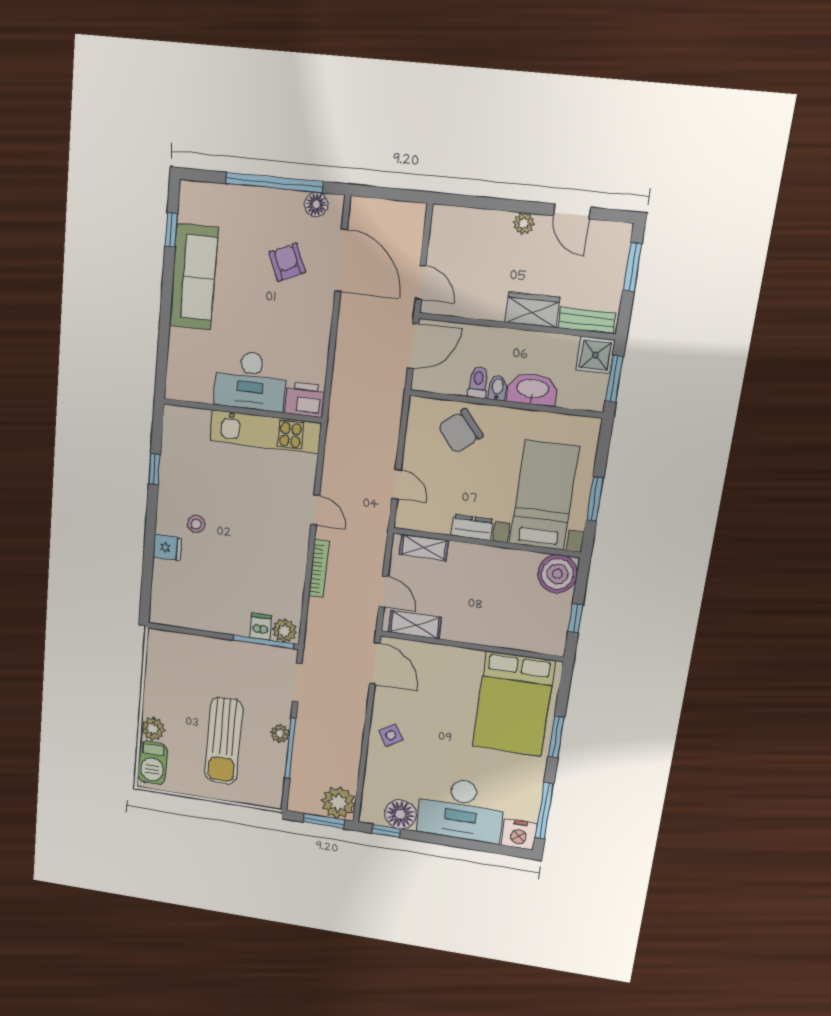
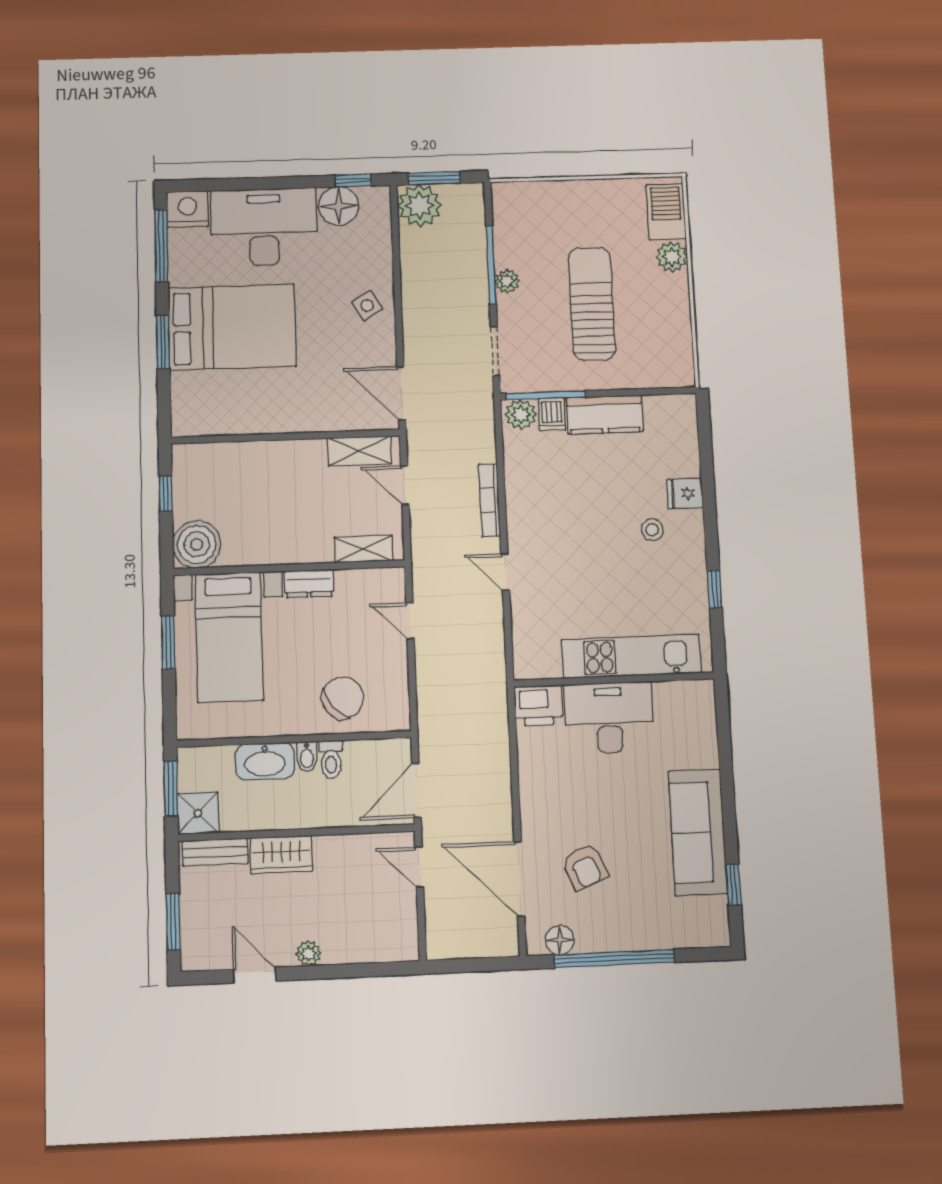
kitchen unit: (265, 432) -> (631, 656), moved
kitchen counter: (220, 619) -> (605, 414), added
bed: (514, 704) -> (232, 327), moved, turned 90
sun lounger: (224, 741) -> (592, 304), moved

